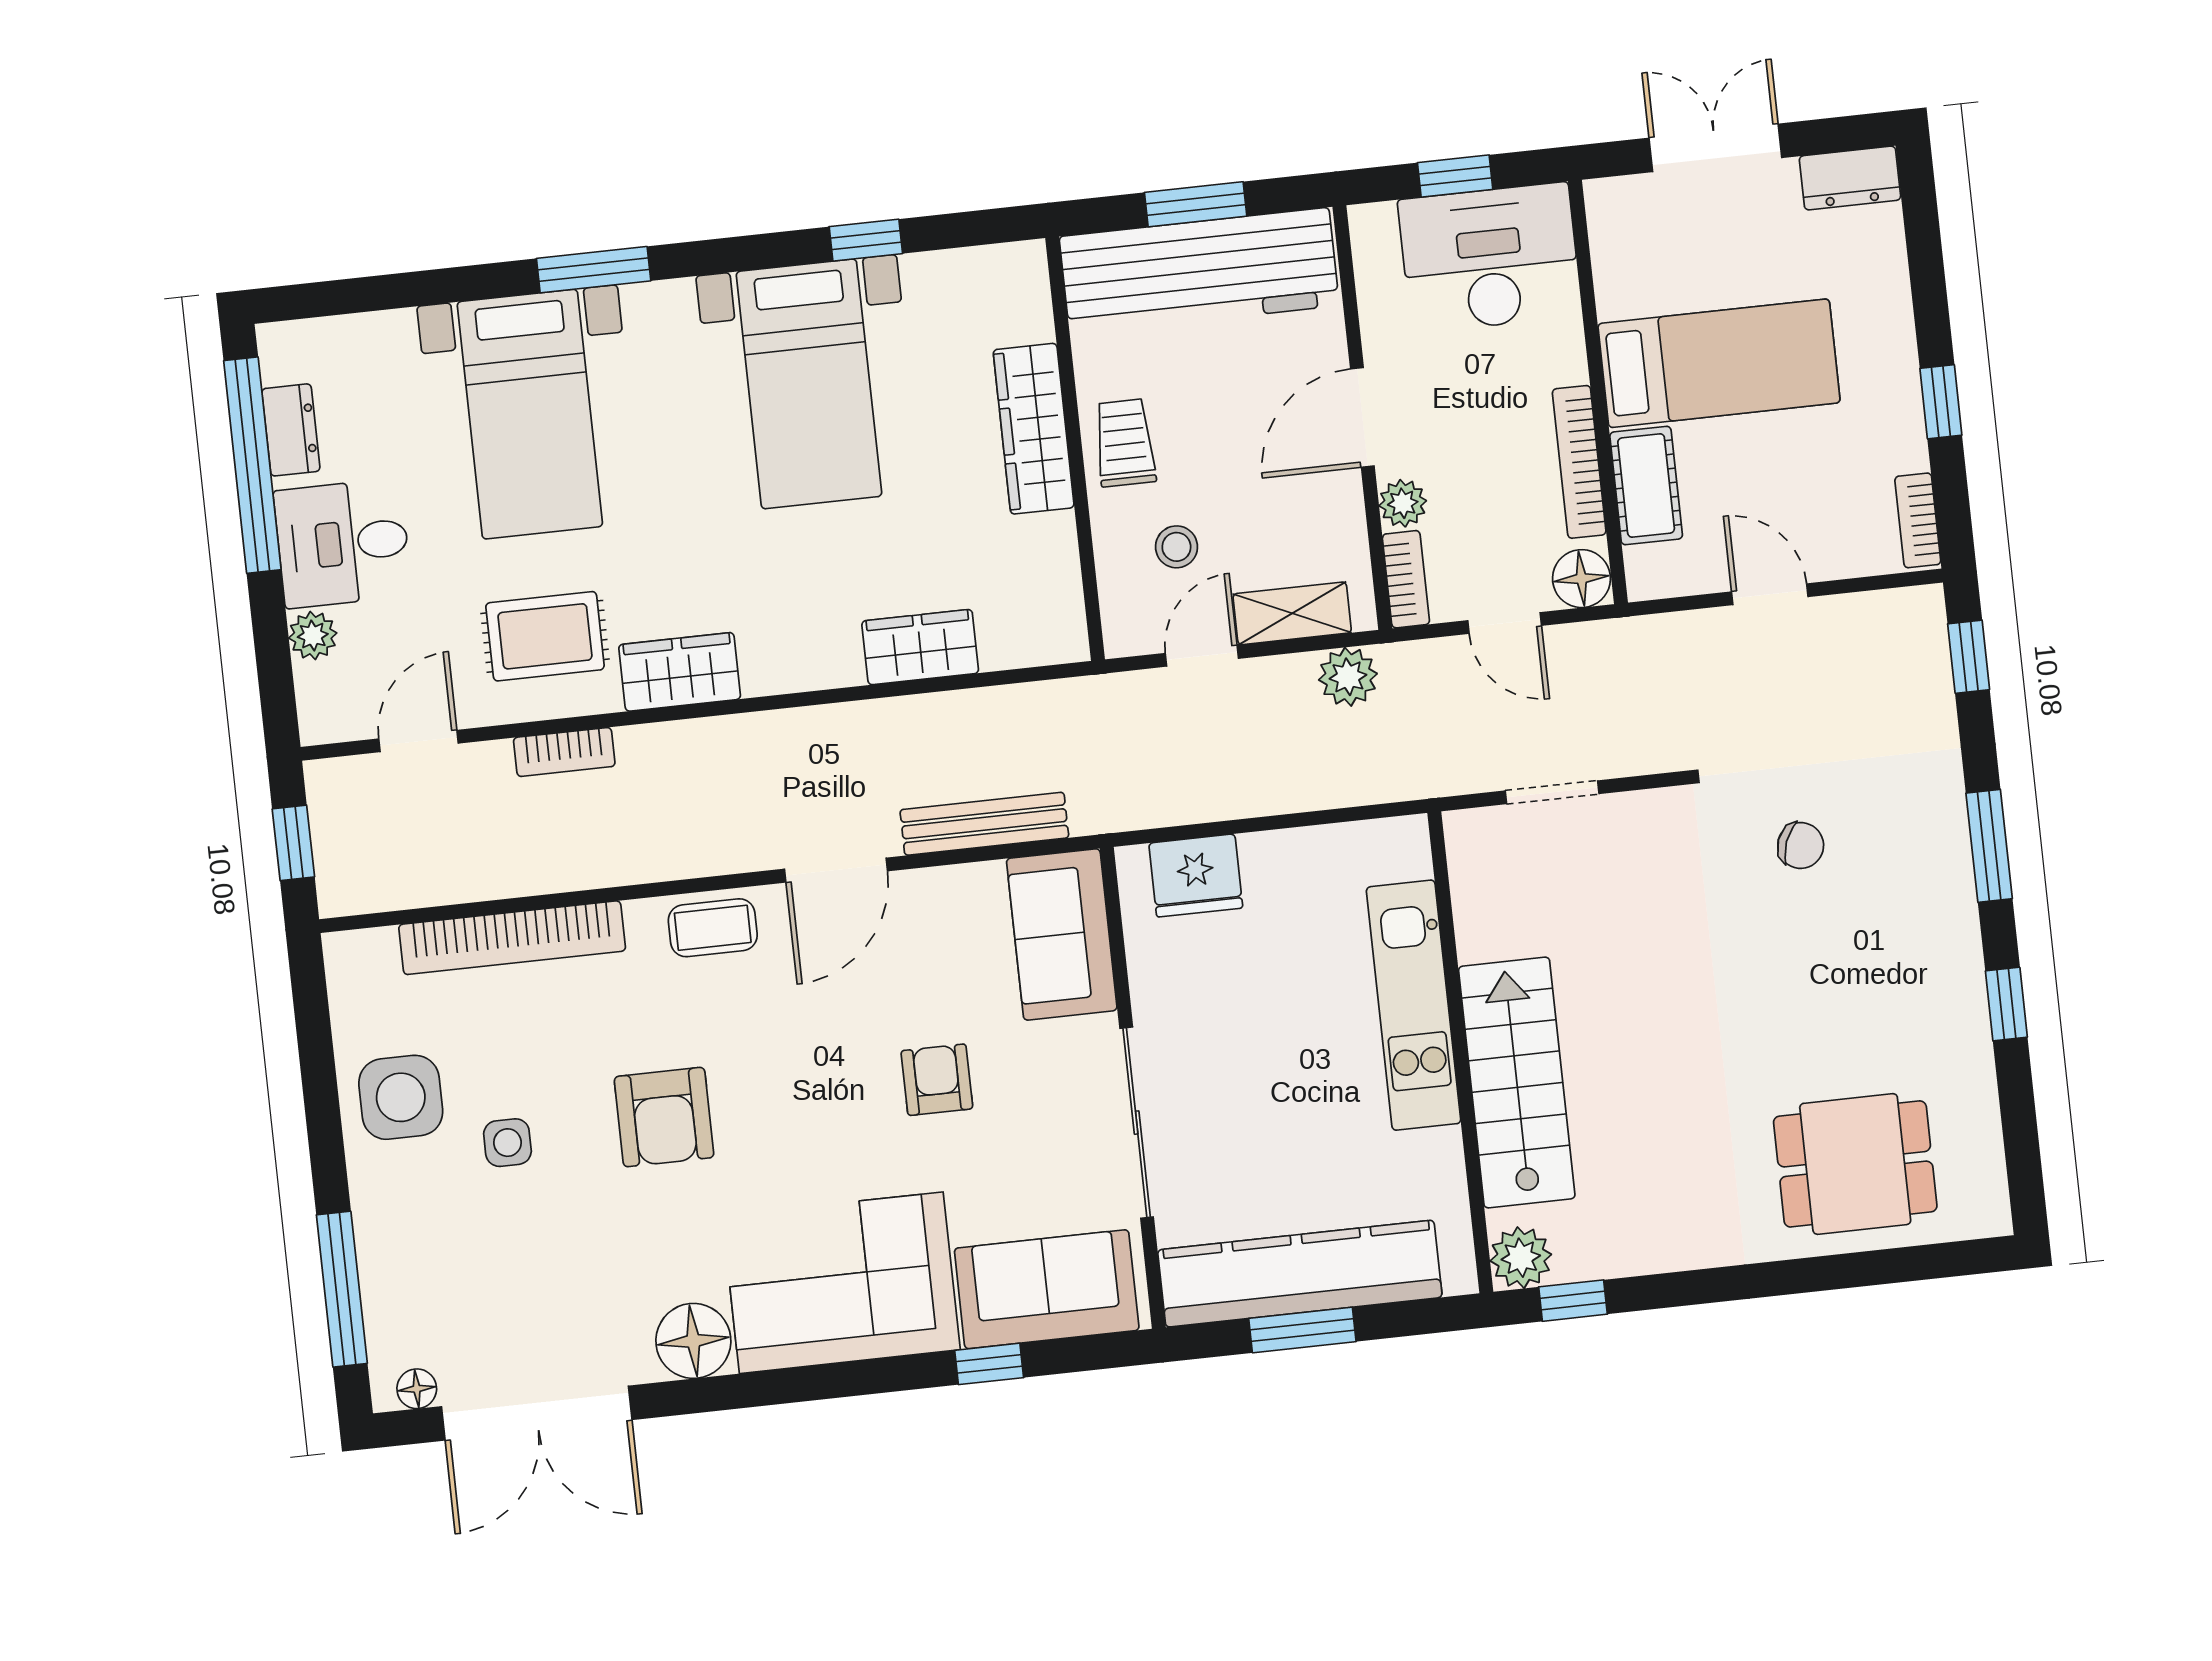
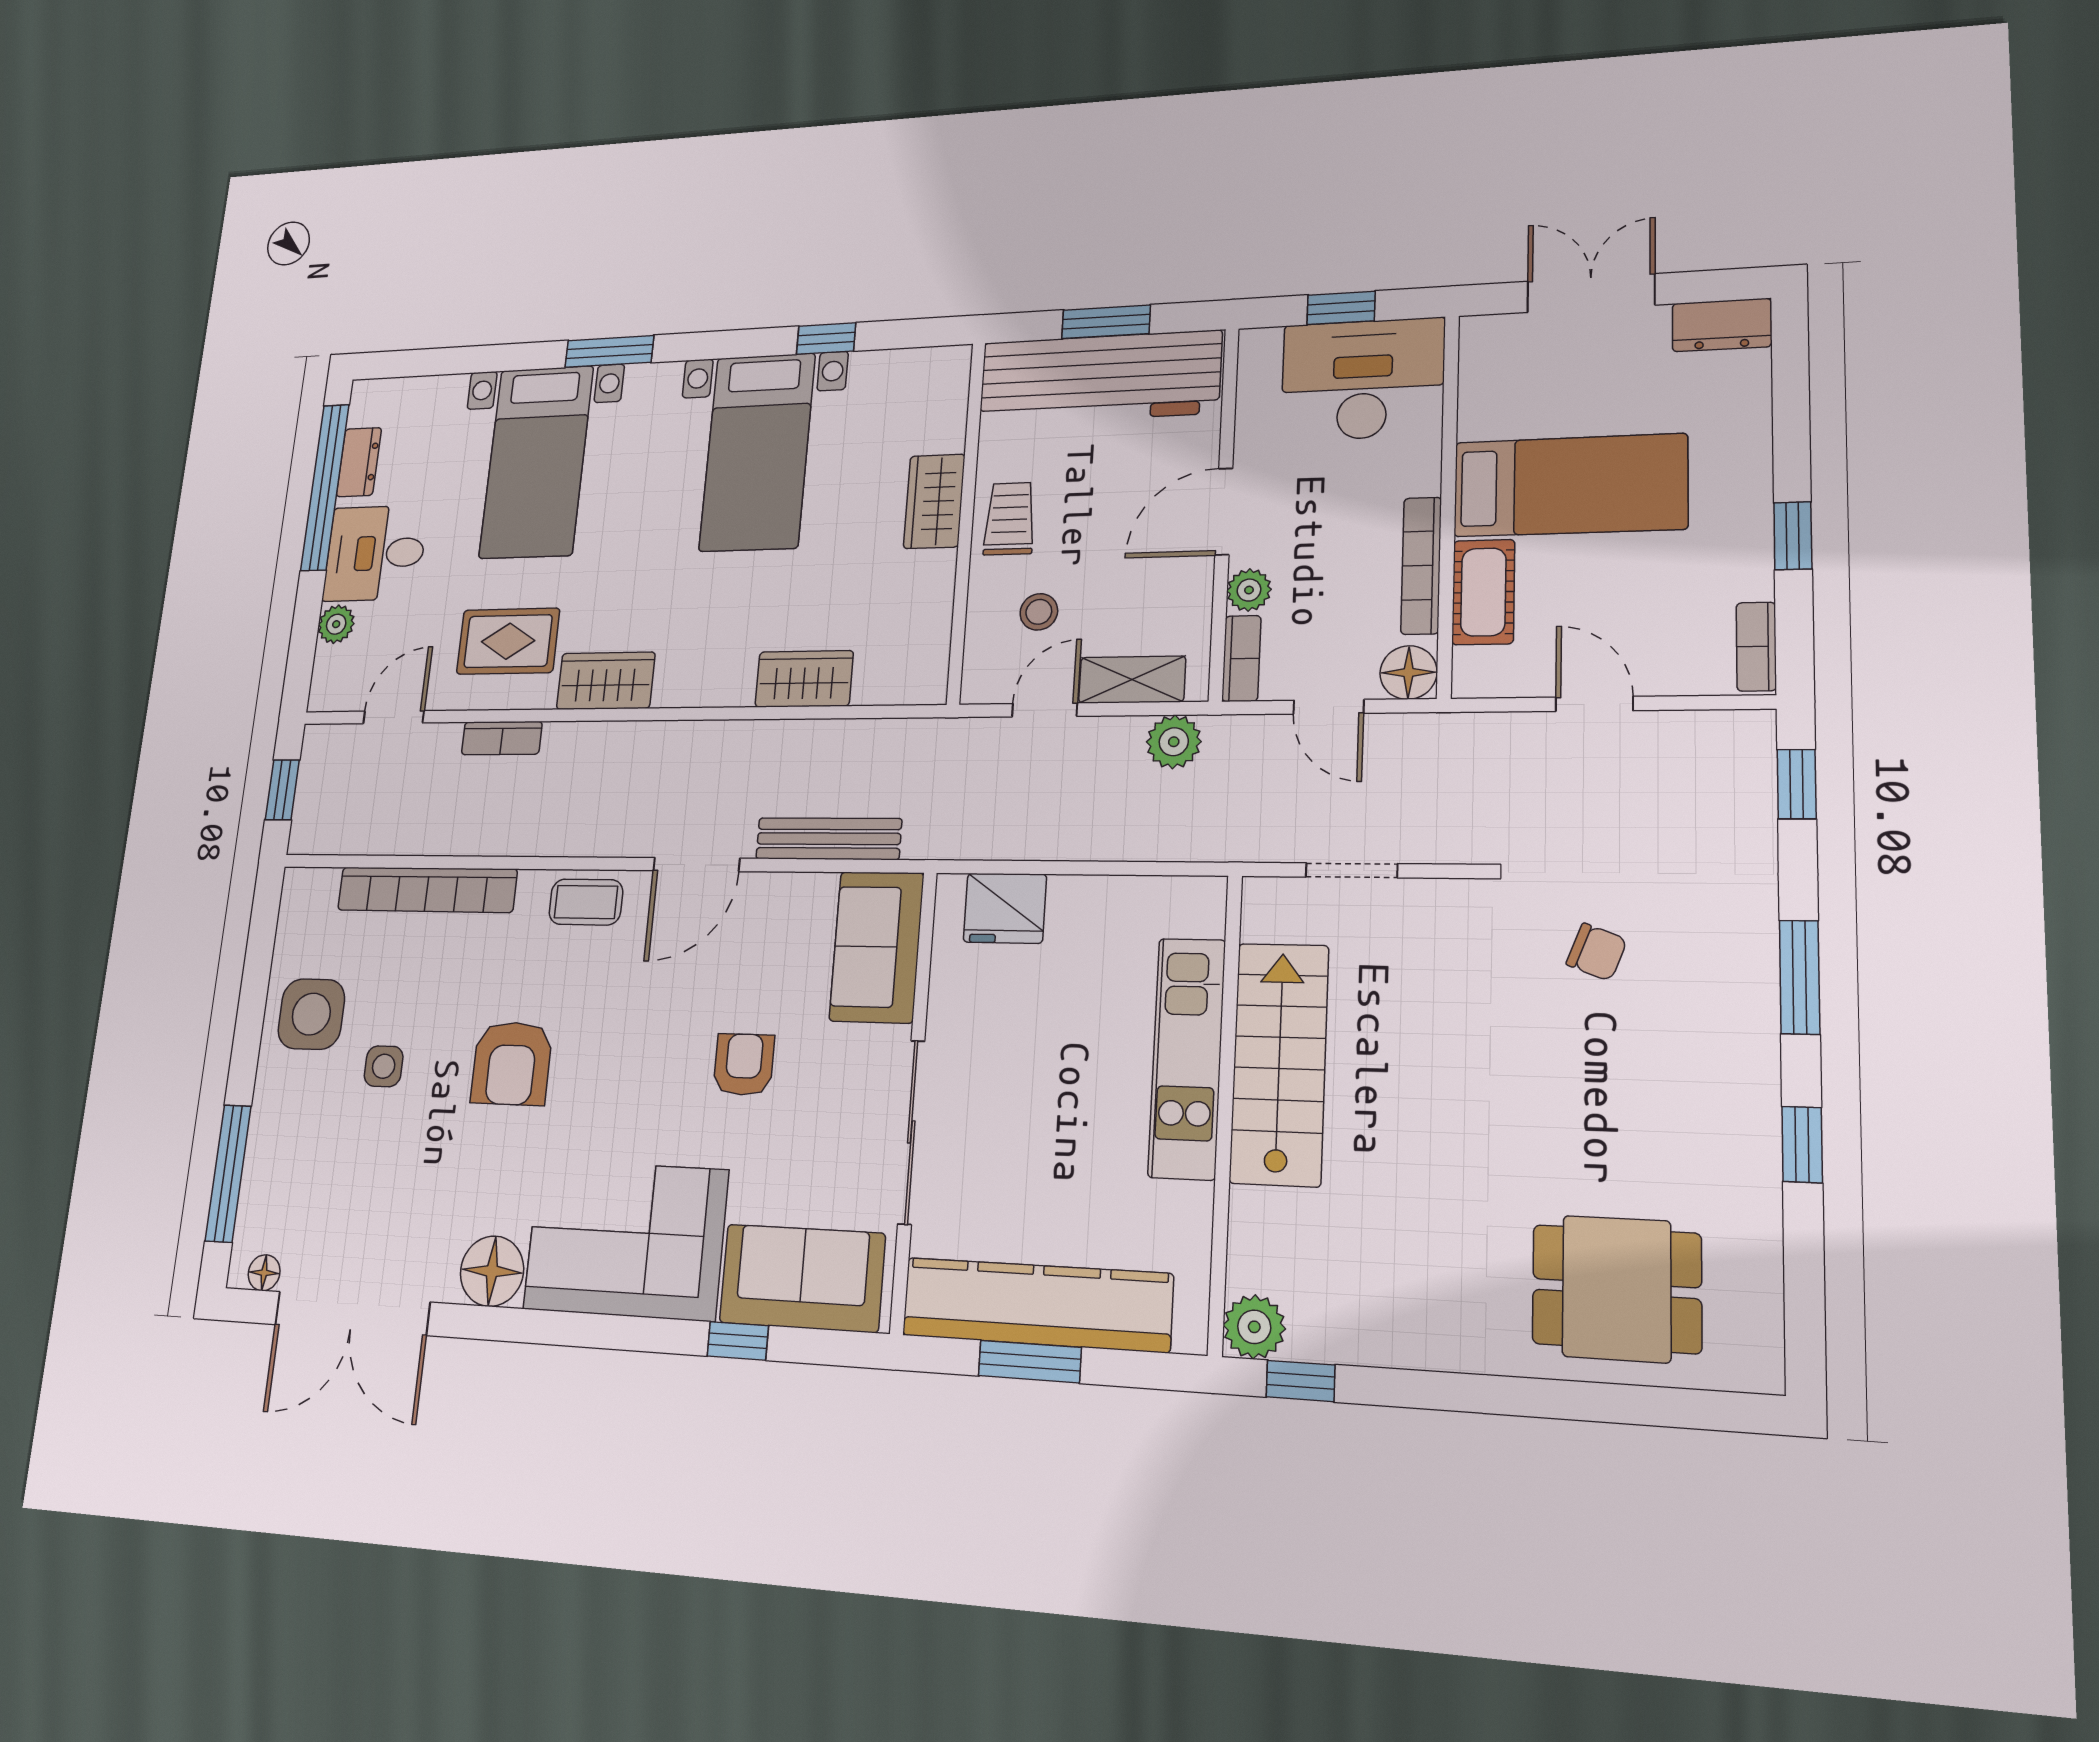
wardrobe: (1034, 429) -> (934, 501), width x0.67
stairs: (1517, 1082) -> (1279, 1064), moved

